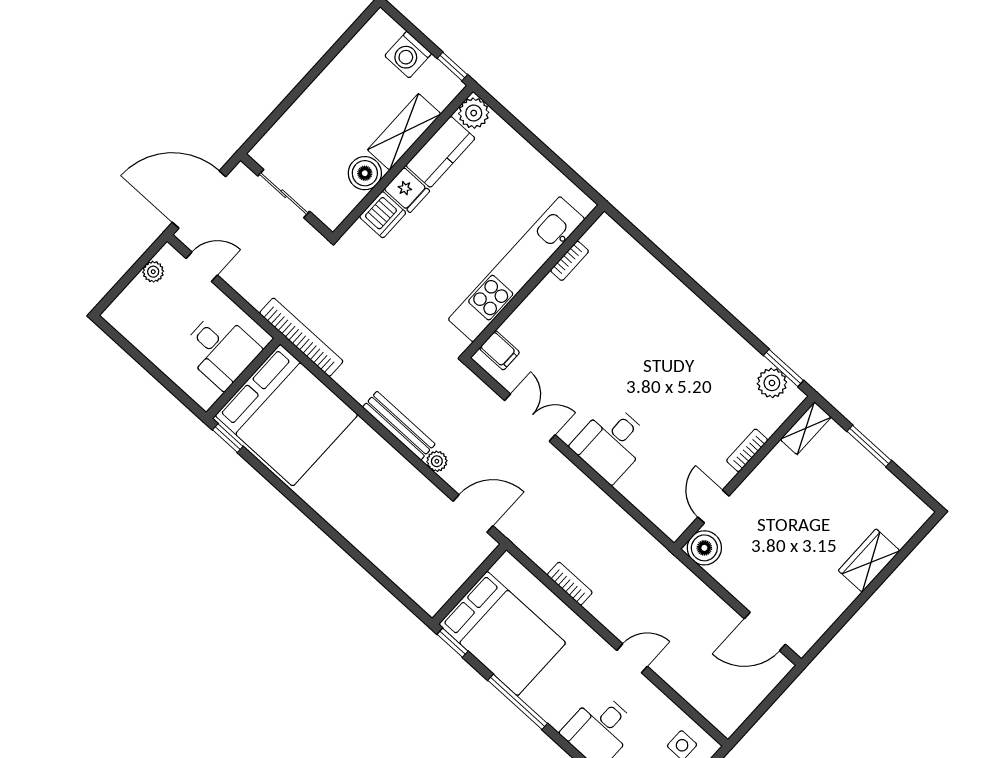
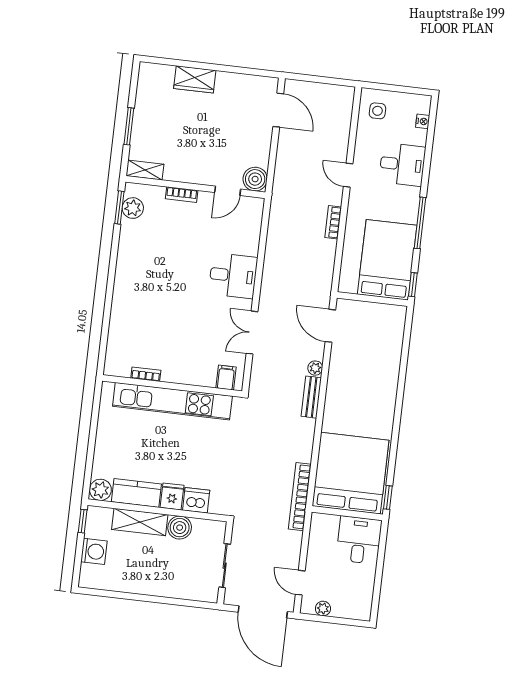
desk: (221, 350) -> (359, 540), moved
bench: (399, 426) -> (311, 397), width x0.73
bookcase: (570, 584) -> (333, 222), moved

